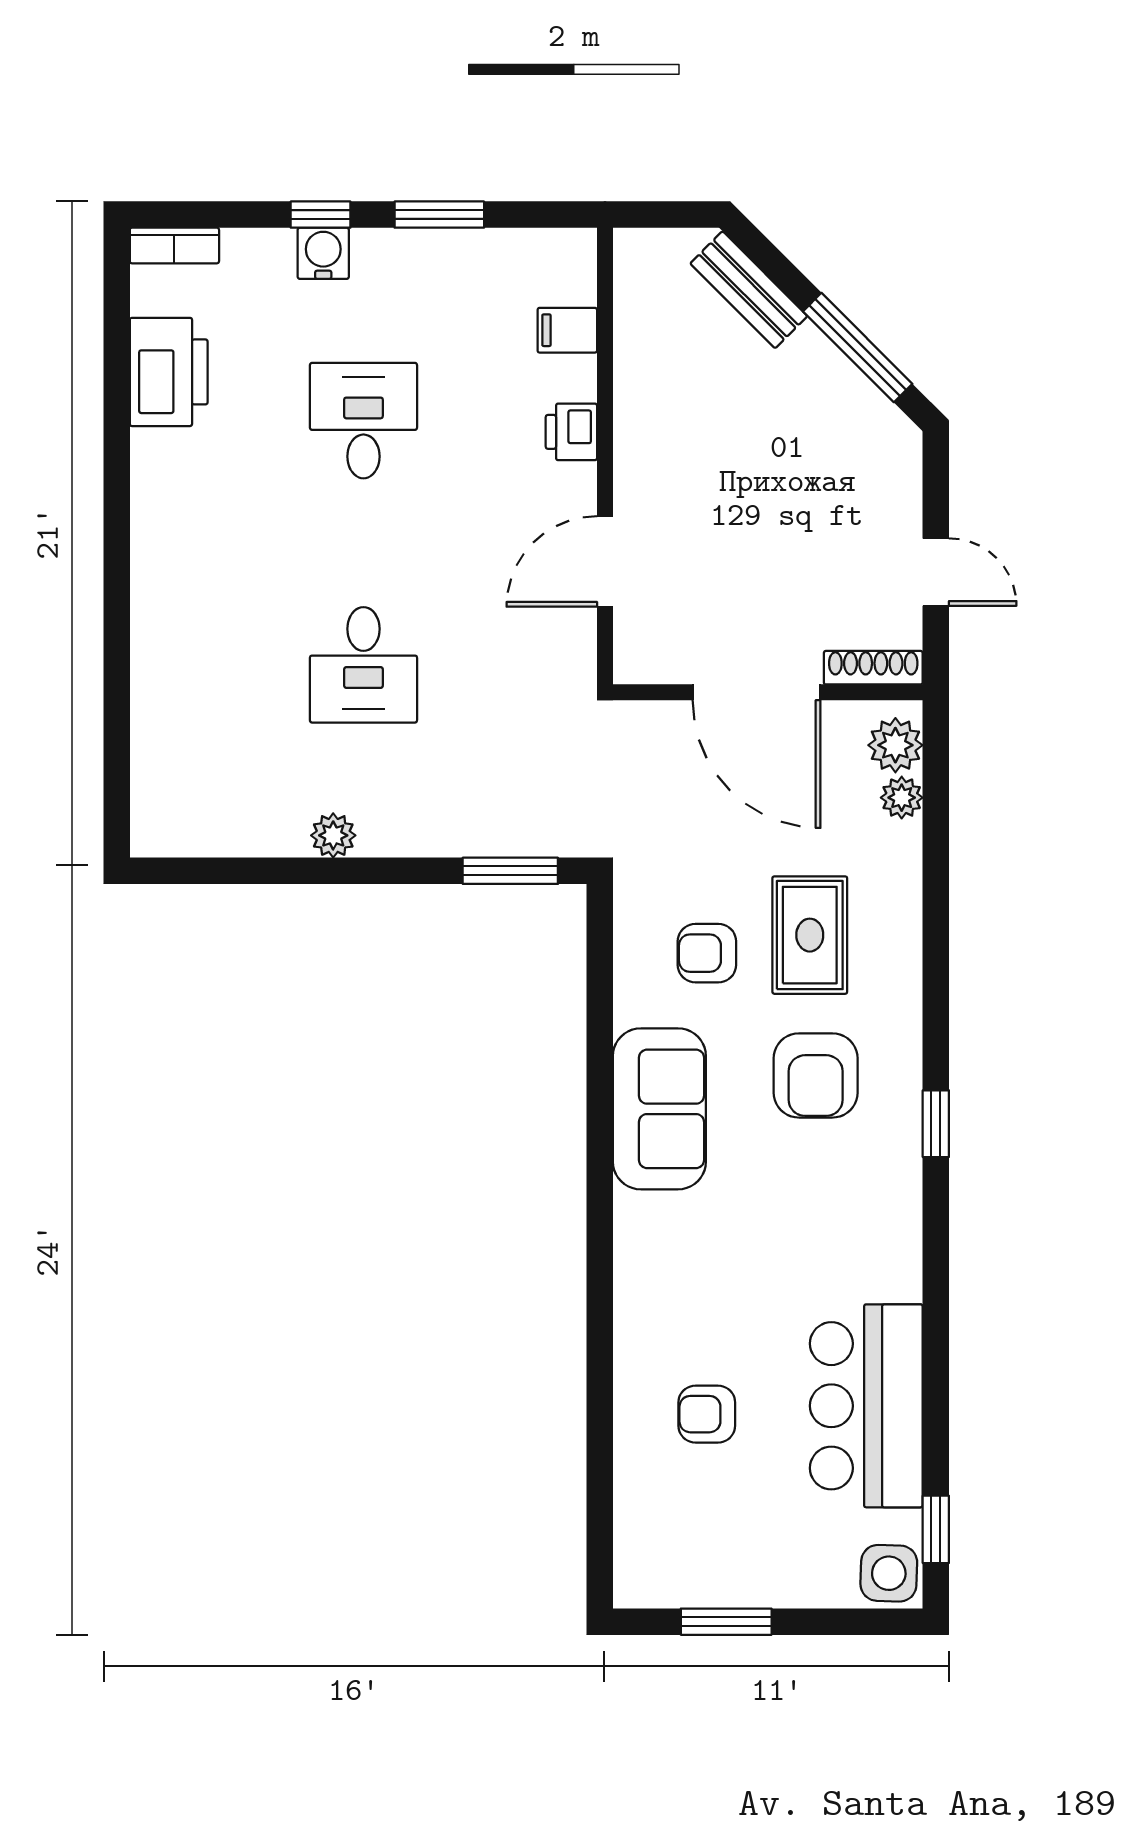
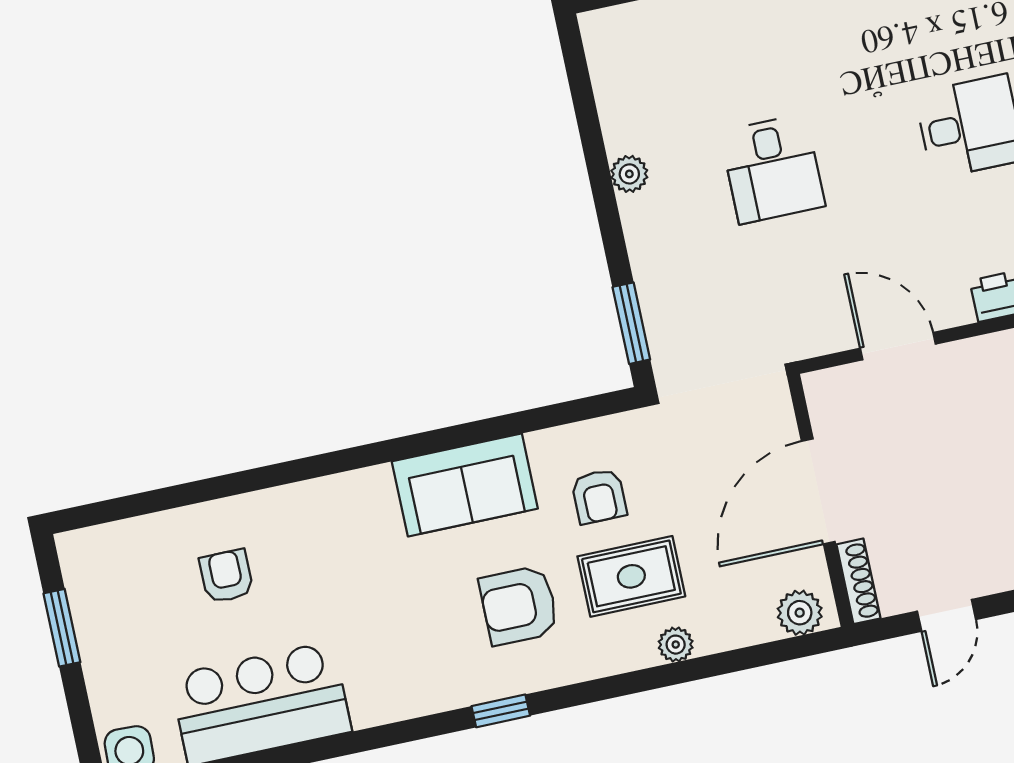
desk: (363, 665) -> (772, 169), turned -90
plant: (902, 798) -> (676, 645), moved
armchair: (707, 953) -> (599, 496), turned 180

